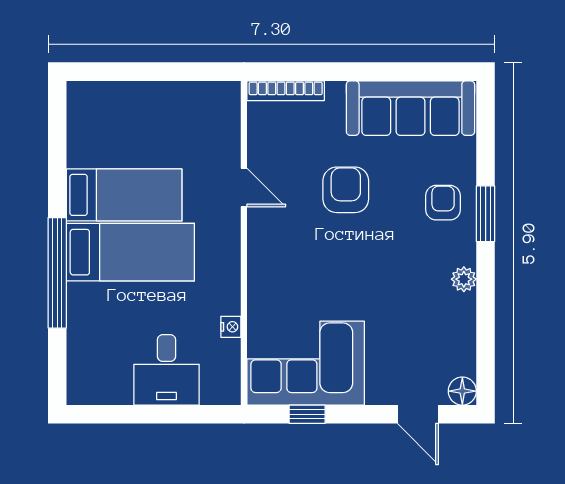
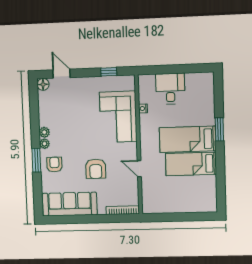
armchair: (443, 203) -> (54, 165), turned 180
plant: (464, 252) -> (45, 144), added
window: (57, 273) -> (219, 129), width x0.47
corner sofa: (306, 363) -> (118, 117), moved, turned 90

